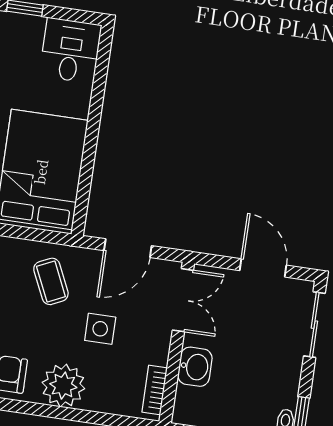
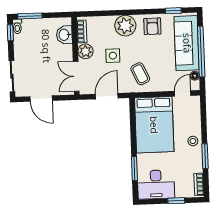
desk: (71, 50) -> (156, 184), width x1.37
window: (98, 90) -> (134, 169), added
plant: (155, 348) -> (85, 51), added
washbasin: (195, 367) -> (64, 35), moved

